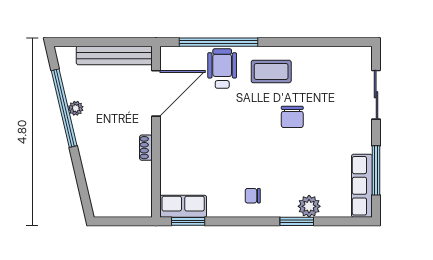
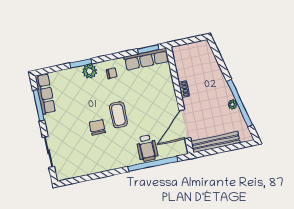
coffee table: (271, 71) -> (118, 115), moved, turned 90
row of seats: (183, 206) -> (146, 59), width x1.48
plant: (309, 206) -> (90, 71), moved

